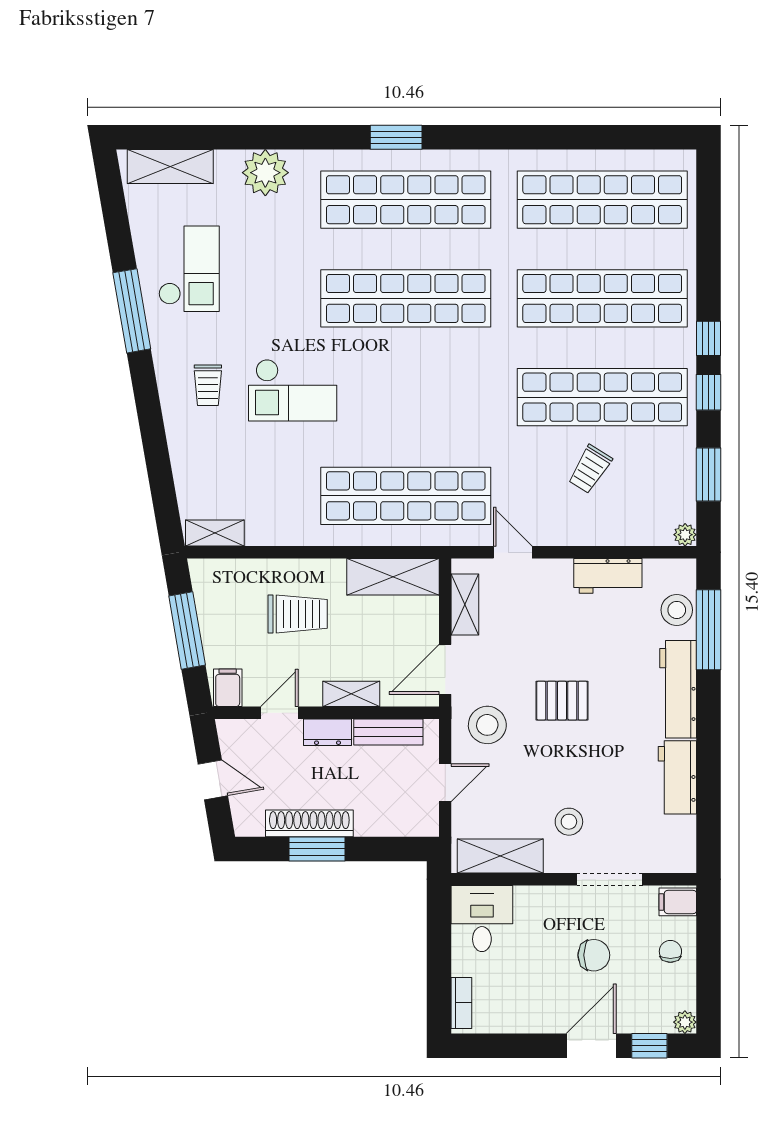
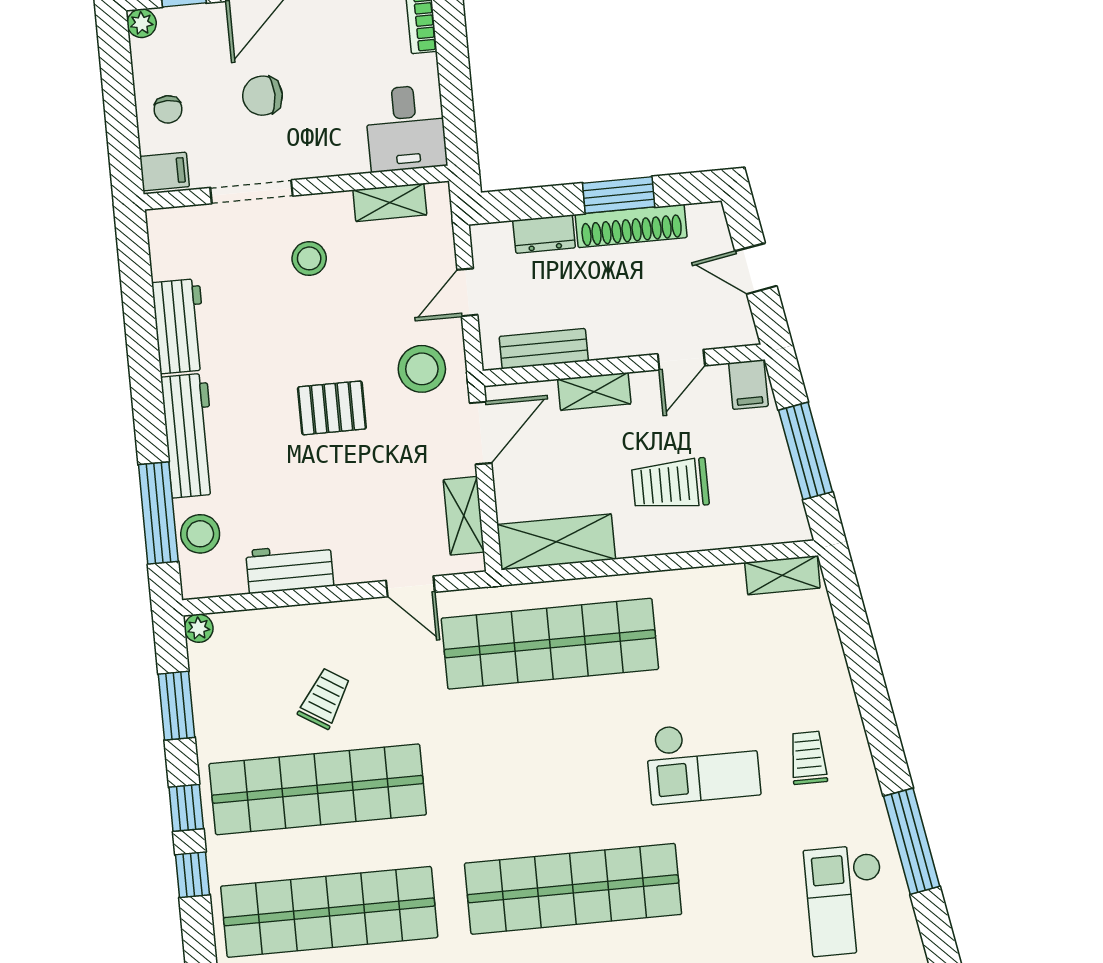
checkout: (293, 390) -> (703, 762), turned 180
dresser: (327, 732) -> (544, 234), moved, turned 180
shelving: (500, 856) -> (390, 202), width x0.67, depth x0.75

